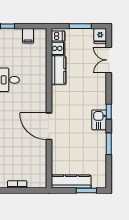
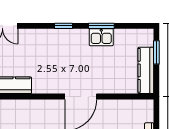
kitchen sink: (99, 120) -> (101, 37), moved

